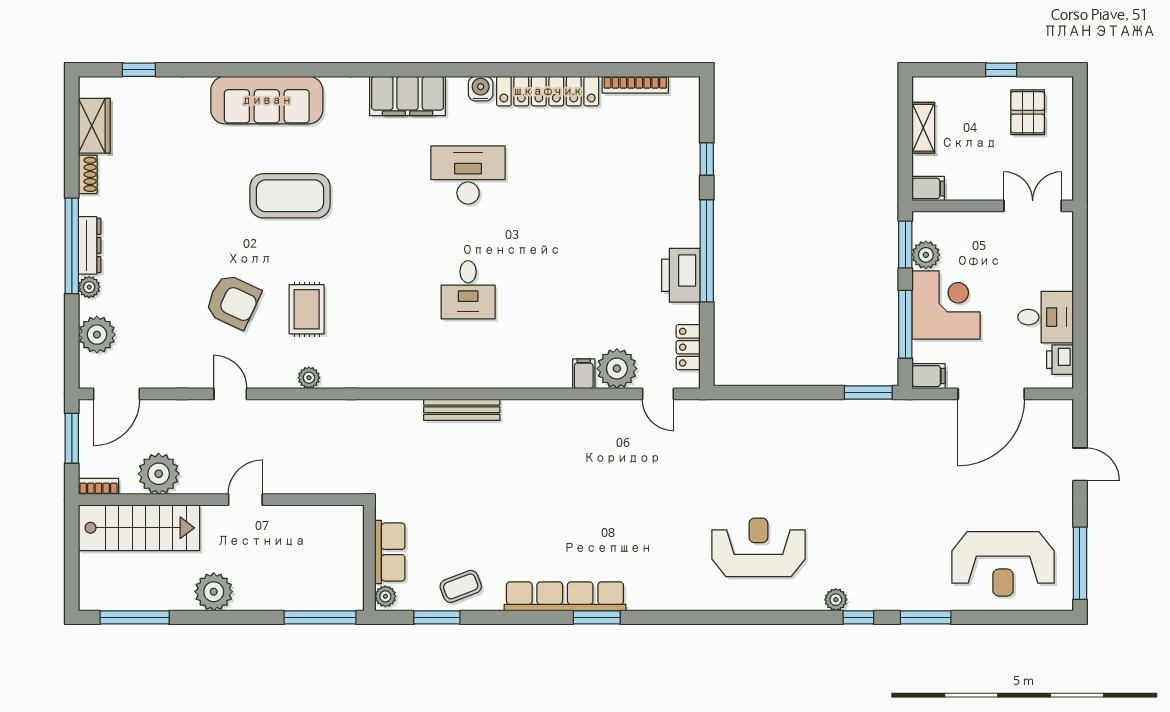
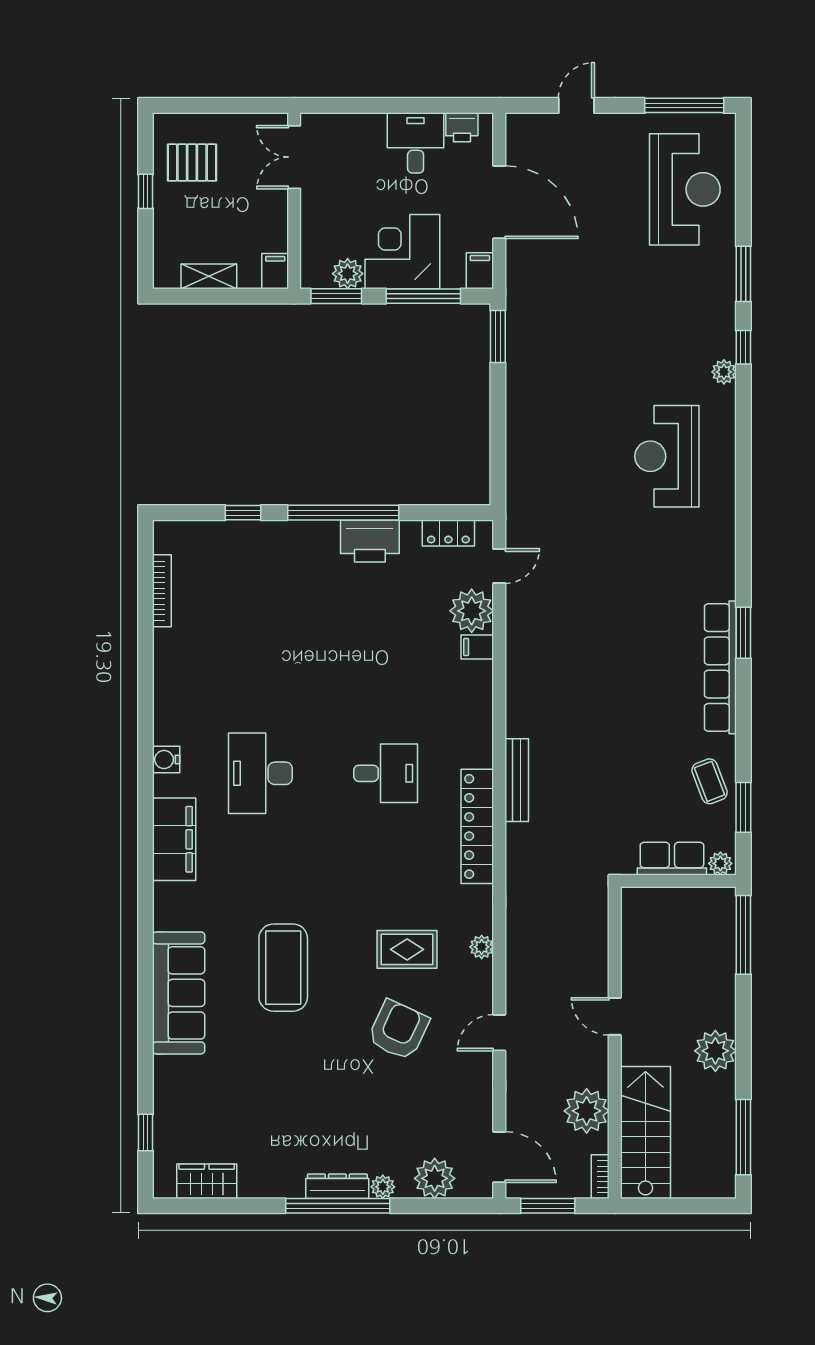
locker: (548, 91) -> (477, 826), moved, turned 180
shoe rack: (88, 174) -> (260, 1188), removed

